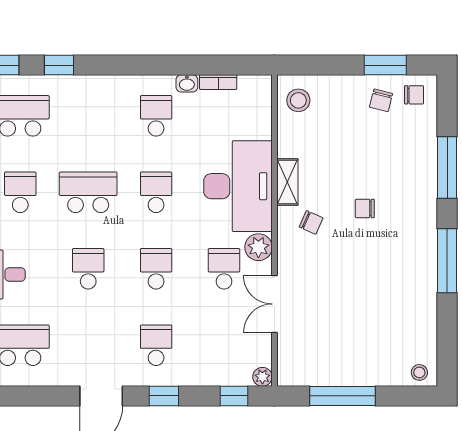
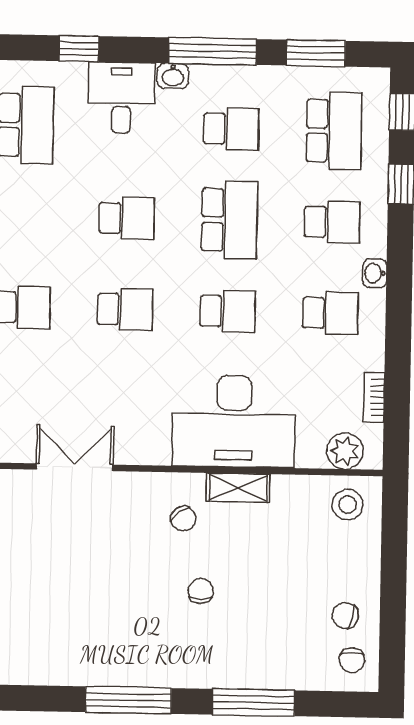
window: (385, 65) -> (393, 622), removed
washbasin: (187, 83) -> (375, 273), moved
chair: (311, 222) -> (183, 519), turned -60
plant: (258, 247) -> (345, 451), moved
school desk: (224, 269) -> (332, 222), moved

